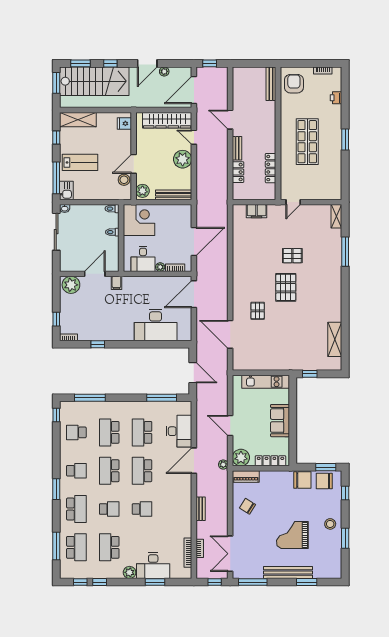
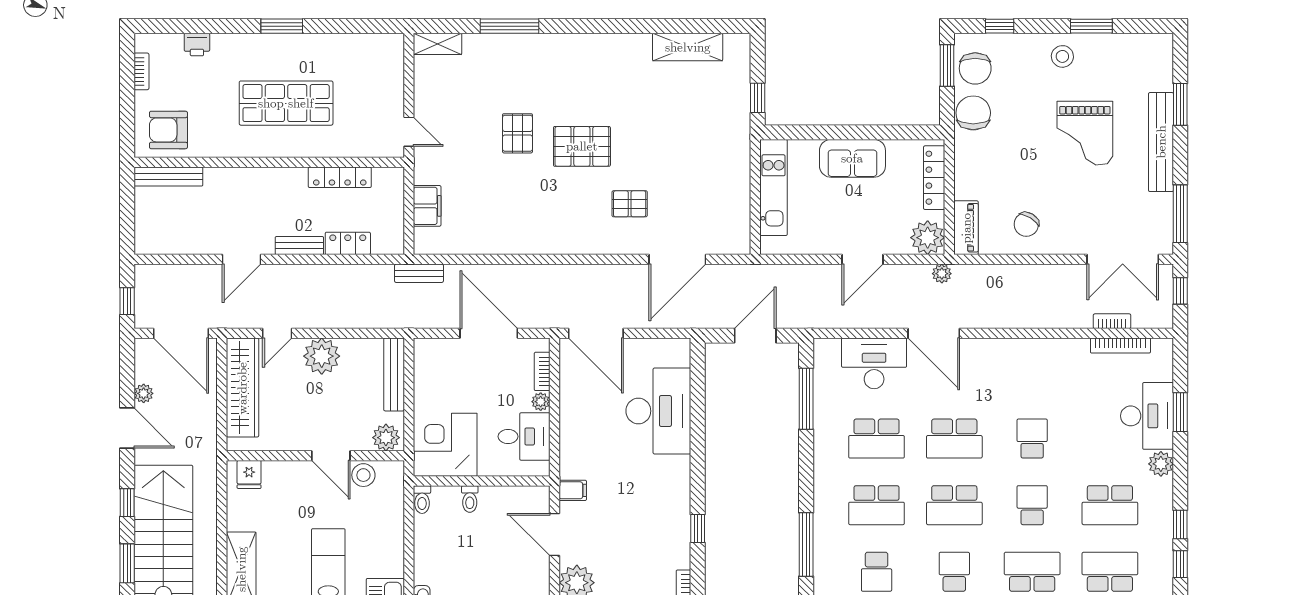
bench: (201, 509) -> (419, 273), moved

